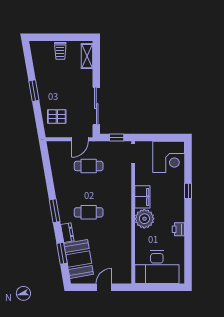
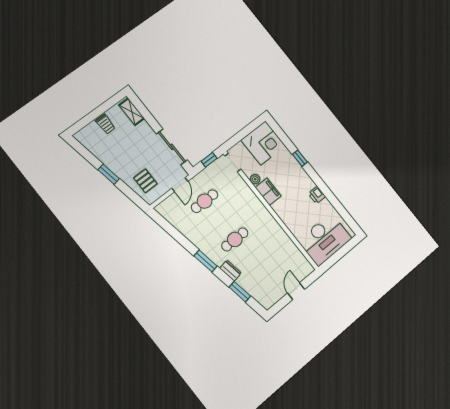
pallet: (57, 117) -> (145, 181), turned 90
plant: (144, 219) -> (255, 179), moved, width x0.53, depth x0.53
booth: (79, 259) -> (257, 285), removed

